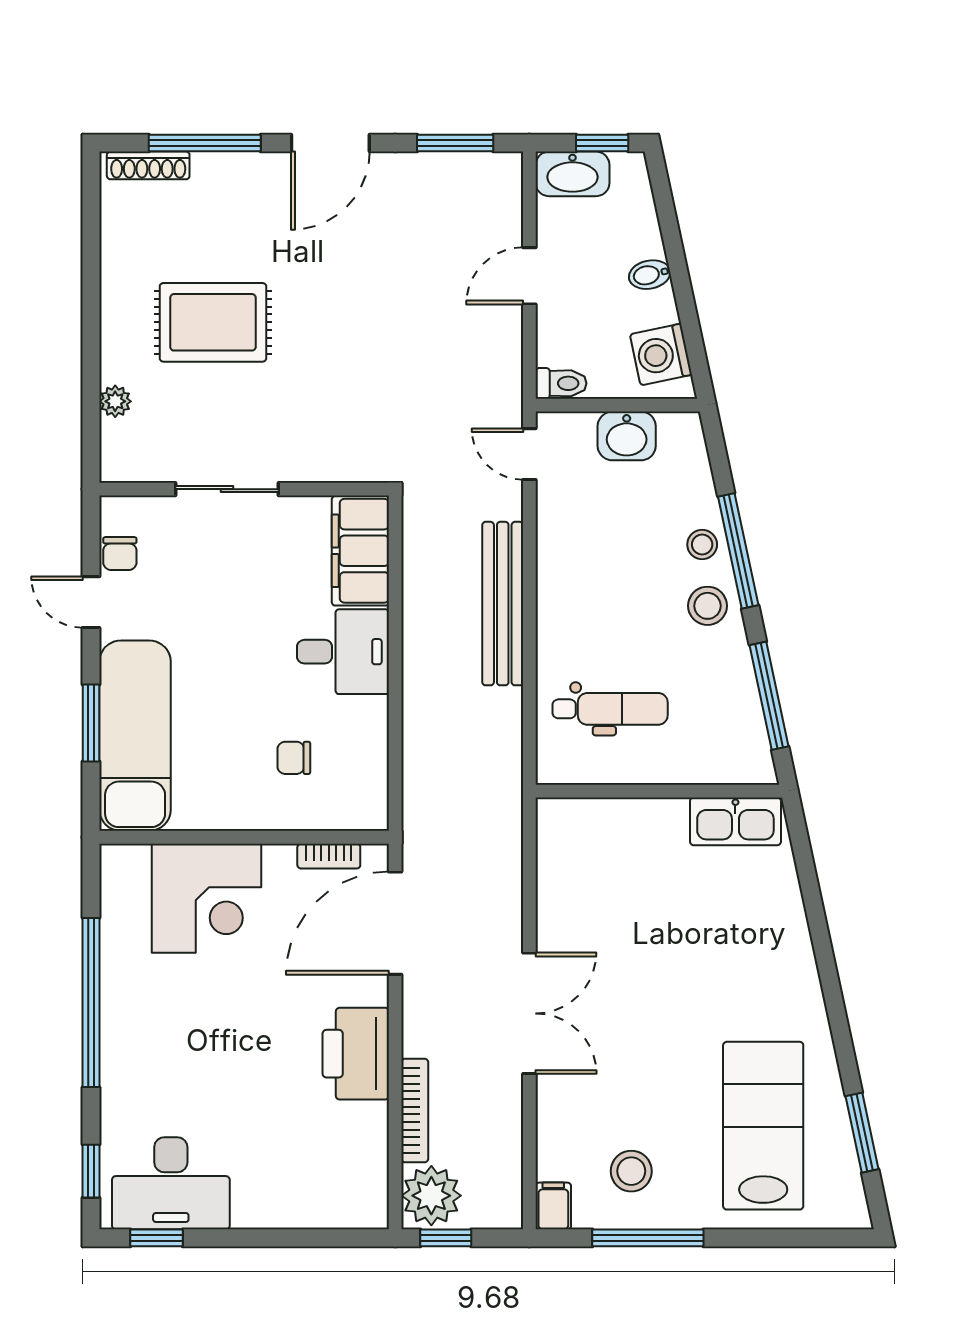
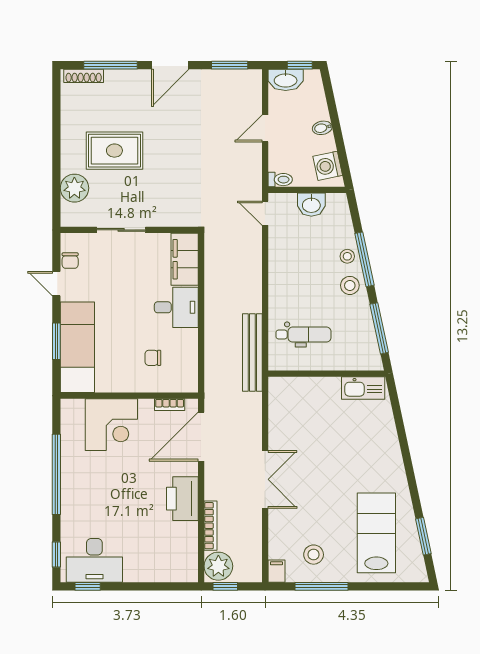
plant: (115, 401) -> (74, 188), width x1.88, depth x1.88
bench: (503, 604) -> (252, 352), moved

